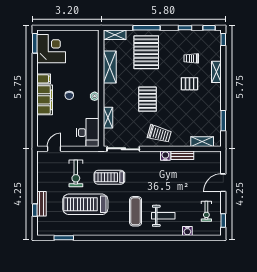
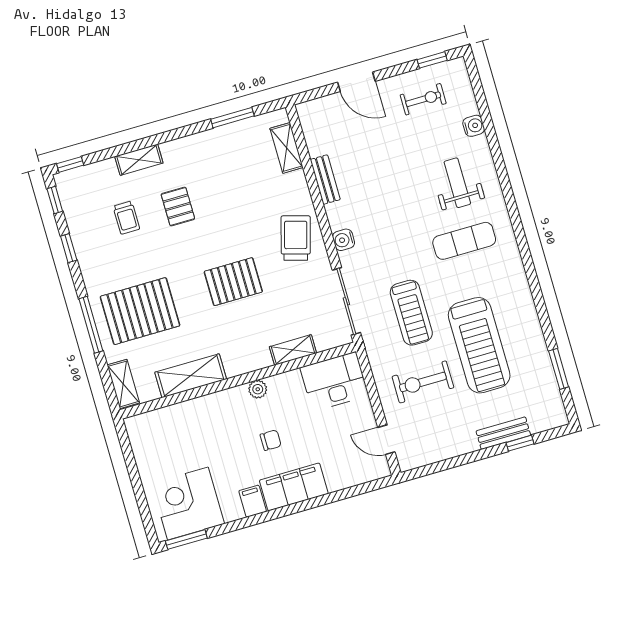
water cooler: (165, 156) -> (344, 240), moved
exercise bike: (76, 173) -> (423, 382), turned 180

